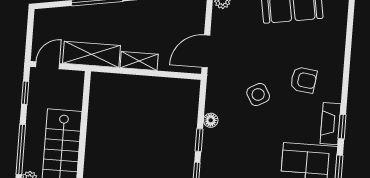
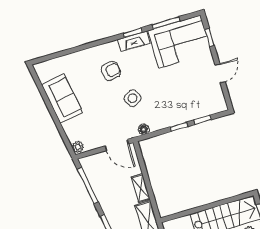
armchair: (304, 80) -> (111, 71), turned 75
floor lamp: (211, 120) -> (144, 129), moved

